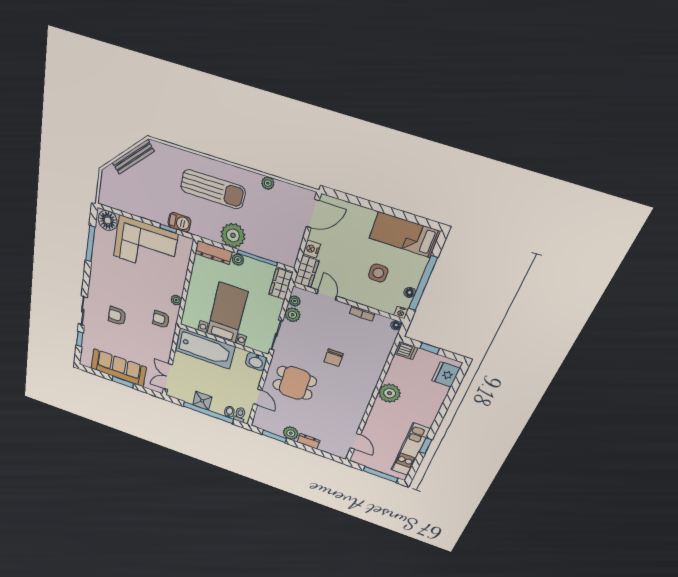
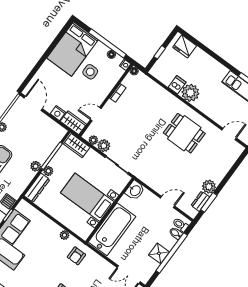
plant: (233, 235) -> (36, 166), width x0.53, depth x0.53
bed: (405, 235) -> (72, 49), width x1.50
dishwasher: (406, 351) -> (177, 85), moved
chair: (334, 358) -> (148, 126), removed
dining table: (295, 383) -> (184, 133), moved, turned 90
dresser: (308, 441) -> (200, 201), moved

